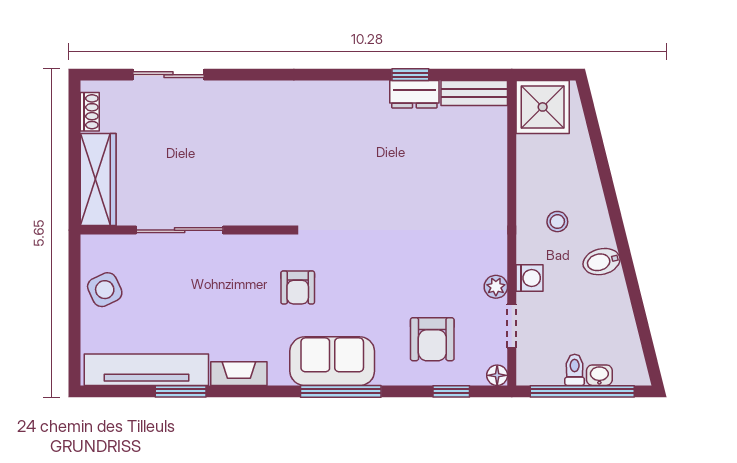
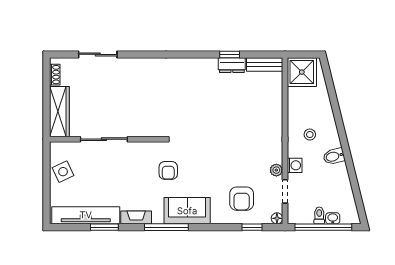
window: (341, 391) -> (166, 227), moved

